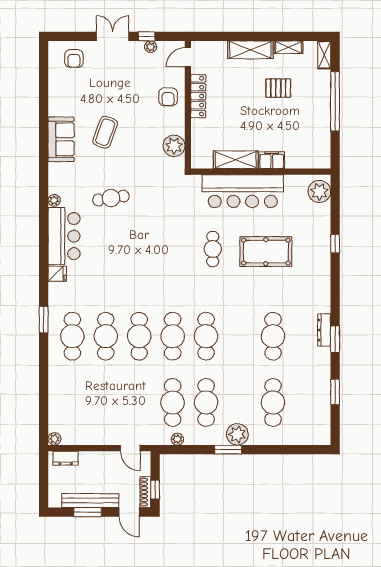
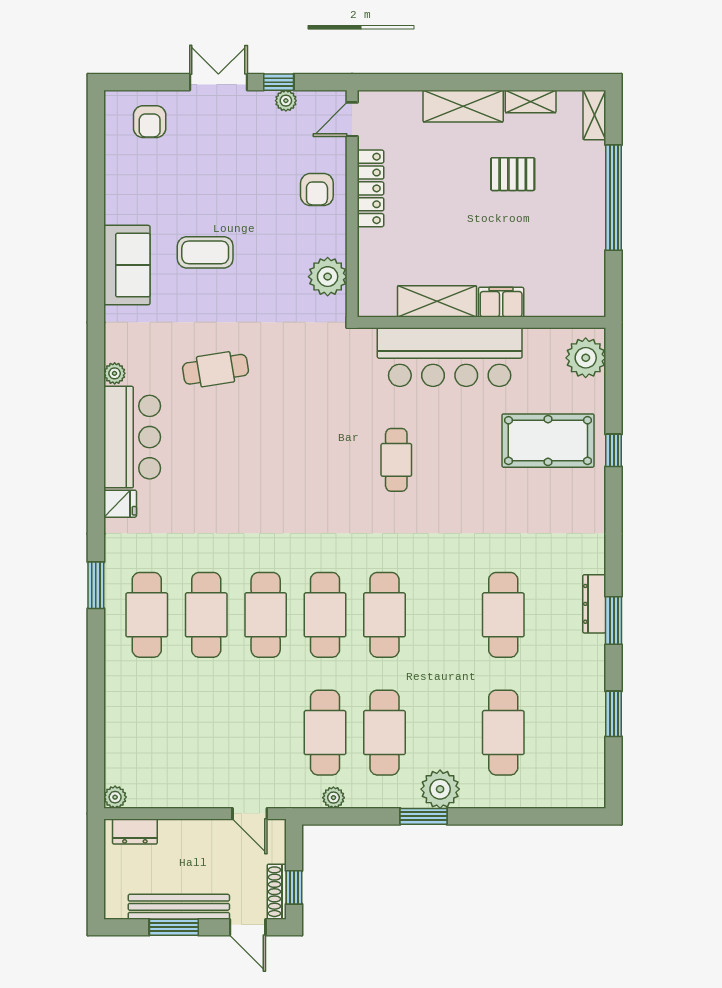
coffee table: (105, 132) -> (205, 252), turned 70
pool table: (266, 252) -> (548, 441), moved

